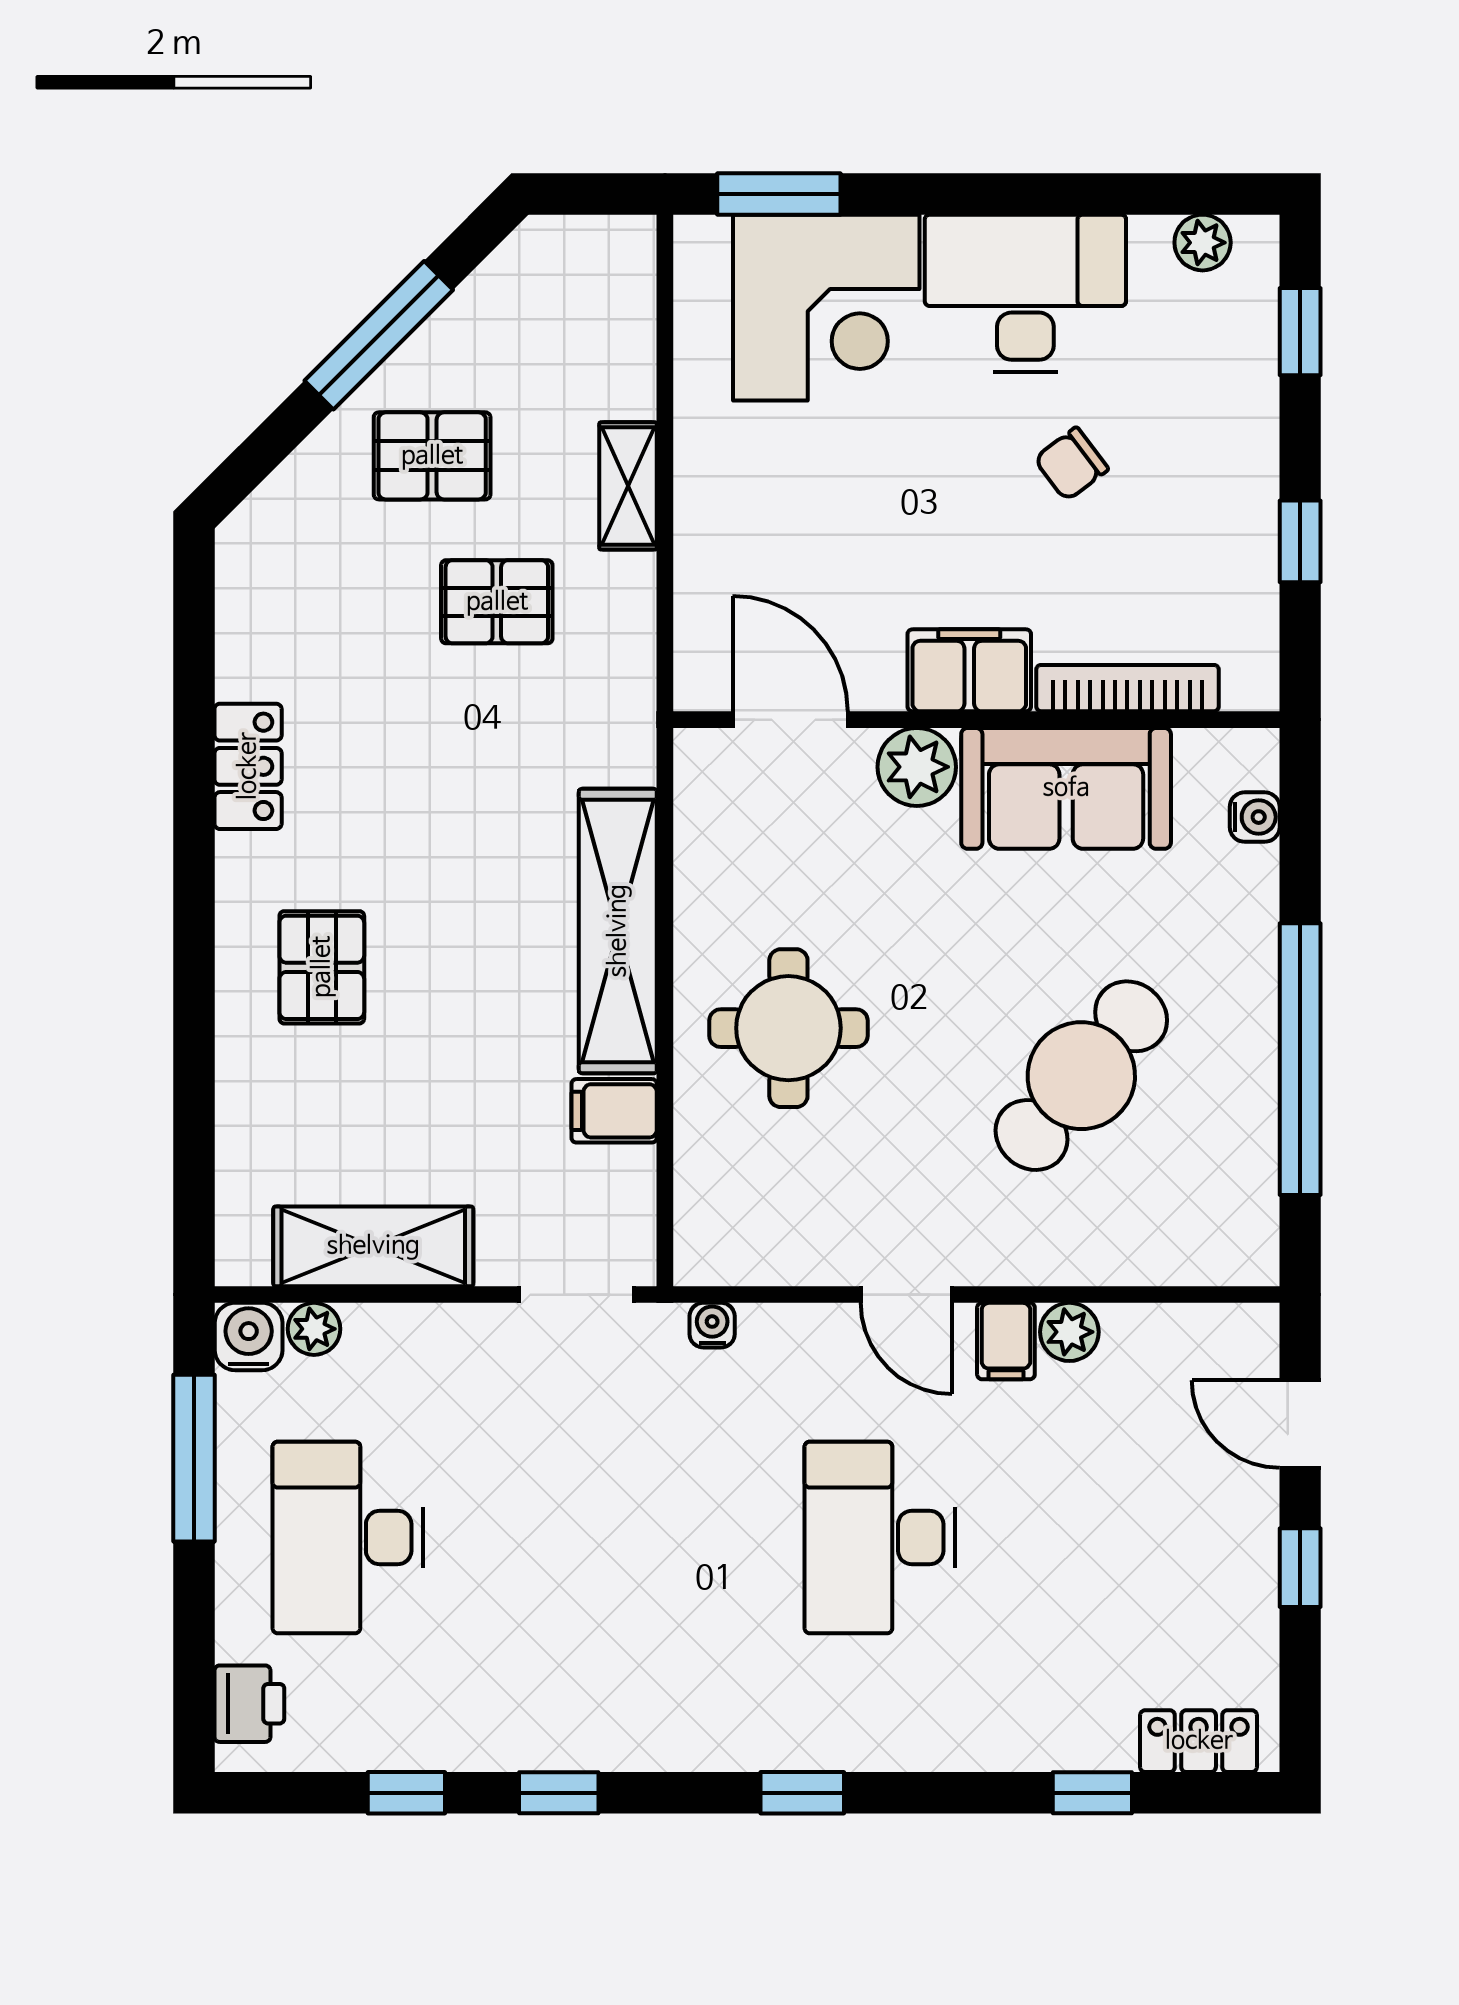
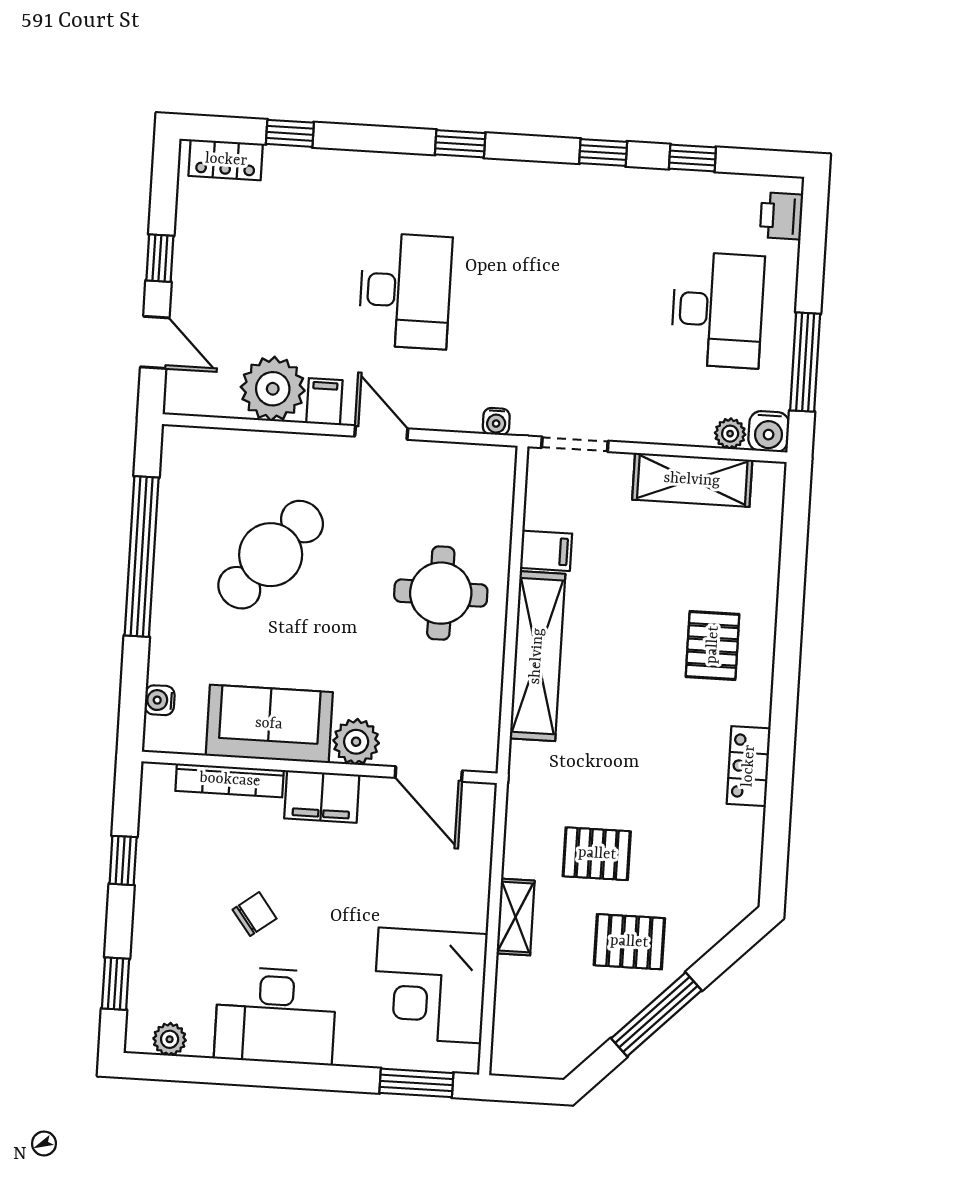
corner desk: (826, 308) -> (430, 985), moved, turned -90
plant: (1069, 1332) -> (273, 389), width x1.87, depth x1.87

